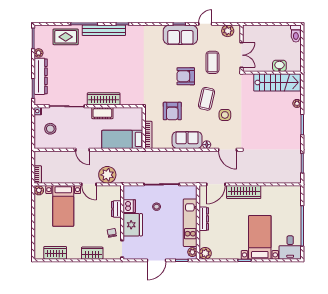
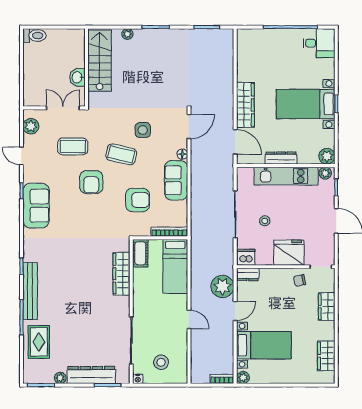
sofa: (180, 35) -> (36, 206), moved
washbasin: (279, 66) -> (77, 77), moved
wardrobe: (104, 99) -> (121, 274), moved
cot: (102, 113) -> (140, 253), moved
door: (82, 150) -> (189, 319), hinge flipped
dishwasher: (129, 206) -> (246, 257), moved
dresser: (116, 209) -> (248, 274), moved
bed with nightstands: (260, 237) -> (306, 104), moved

